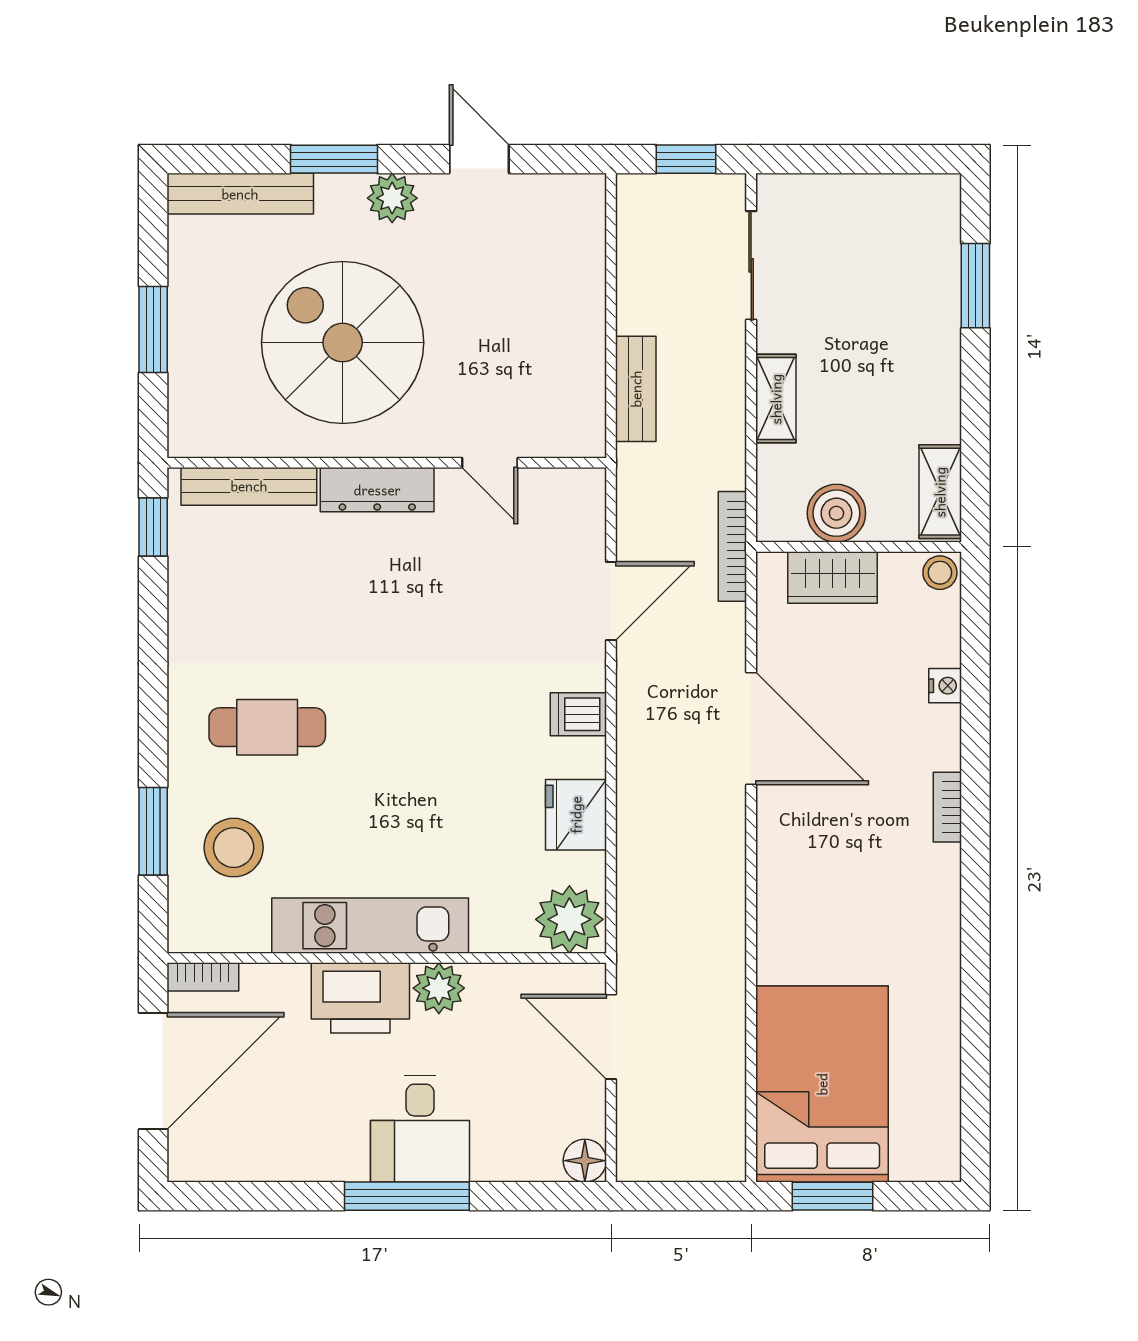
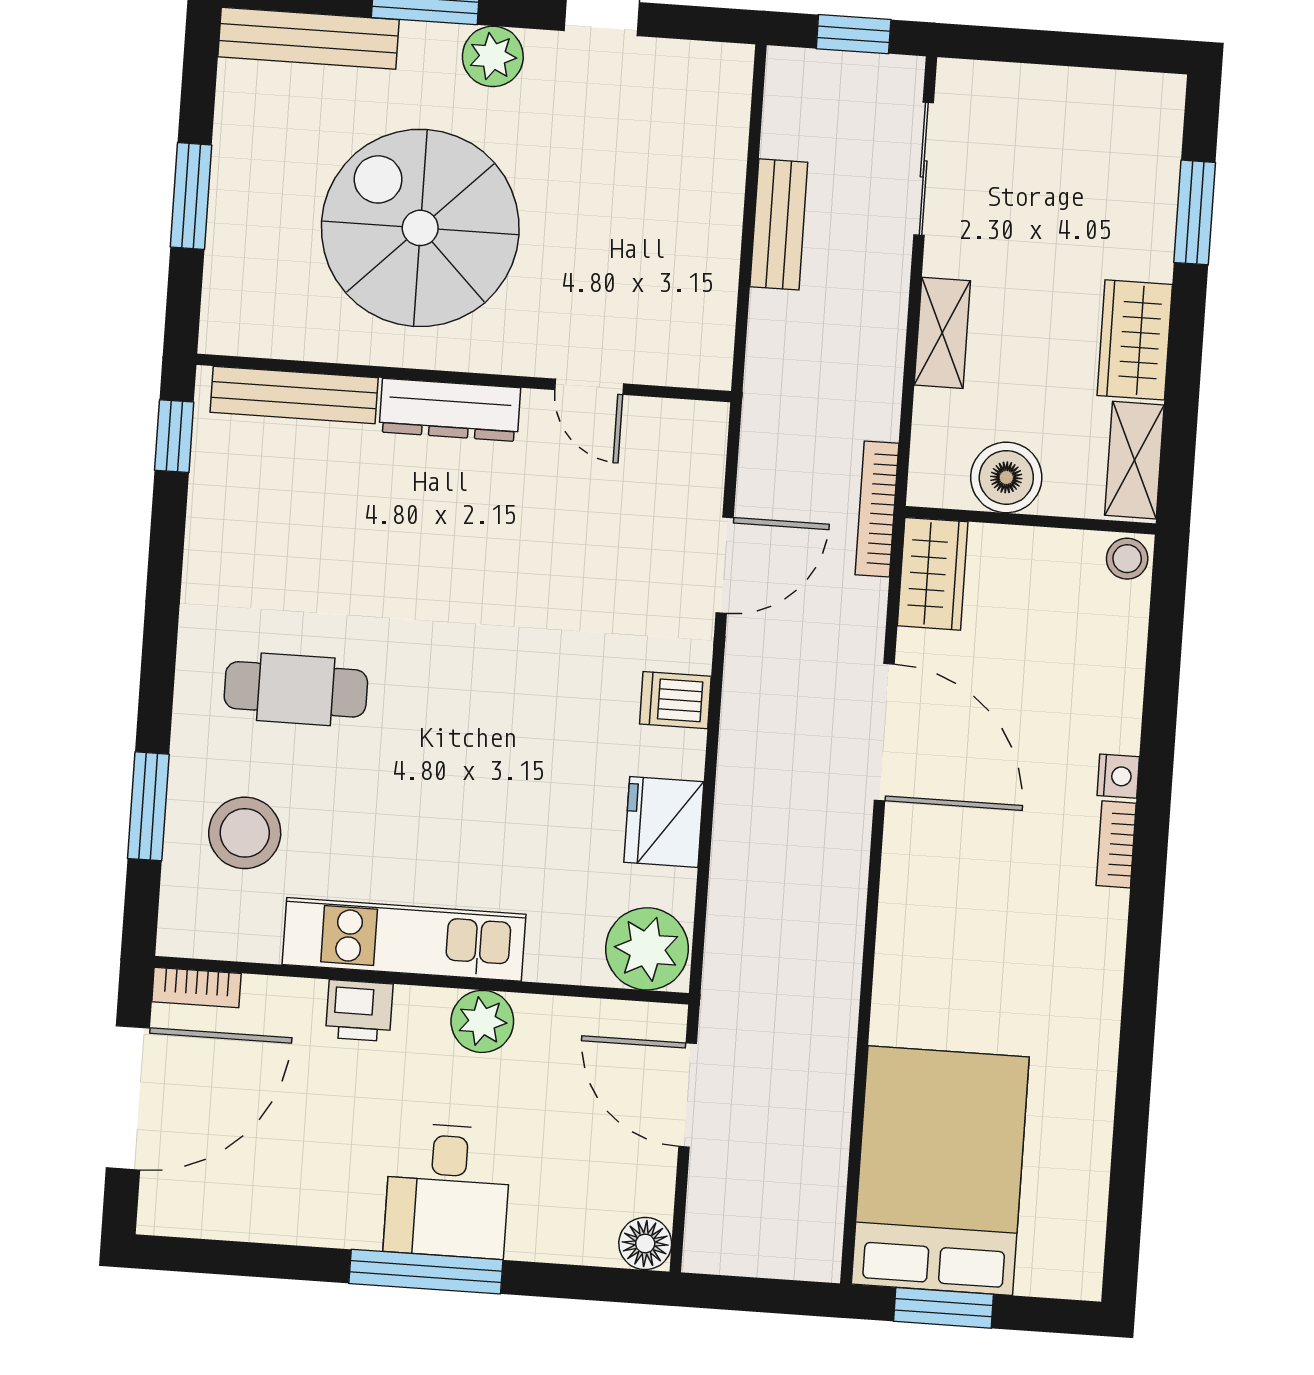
bench: (636, 389) -> (779, 224), moved
wardrobe: (934, 393) -> (1135, 340), added
wardrobe: (833, 577) -> (933, 574), moved, turned -90
nightstand: (945, 686) -> (1118, 776), moved
printer: (360, 998) -> (359, 1011), width x0.53, depth x0.68

